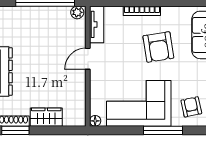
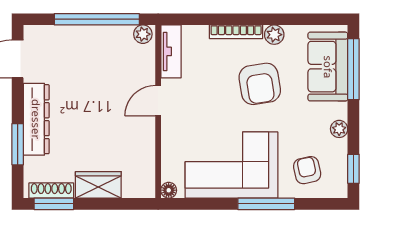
plant: (168, 13) -> (274, 35), added

